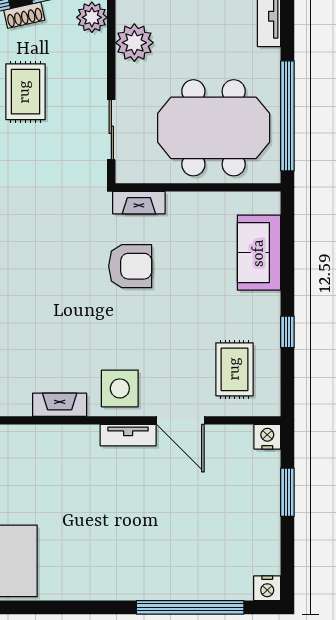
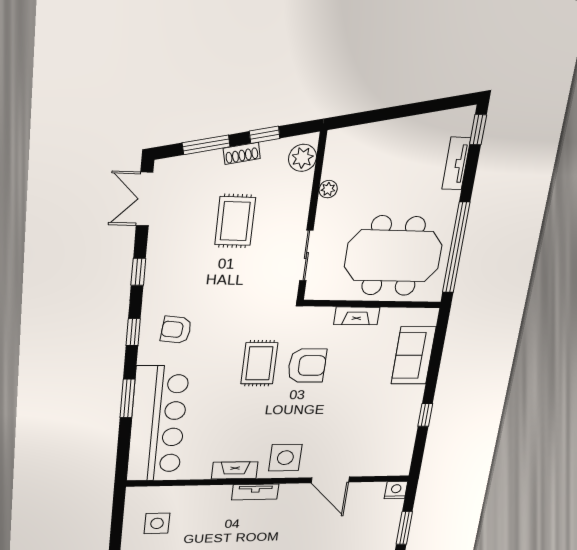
plant: (134, 43) -> (328, 189), width x0.53, depth x0.53
fireplace: (139, 203) -> (357, 316), moved
rug: (235, 369) -> (259, 363), moved
tv unit: (128, 435) -> (255, 492), moved

